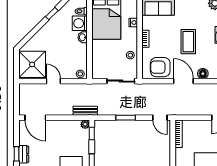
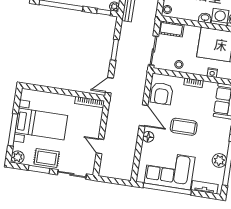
cot: (98, 67) -> (171, 29), added
armchair: (160, 67) -> (162, 94), turned 180
door: (183, 81) -> (144, 115), hinge flipped

